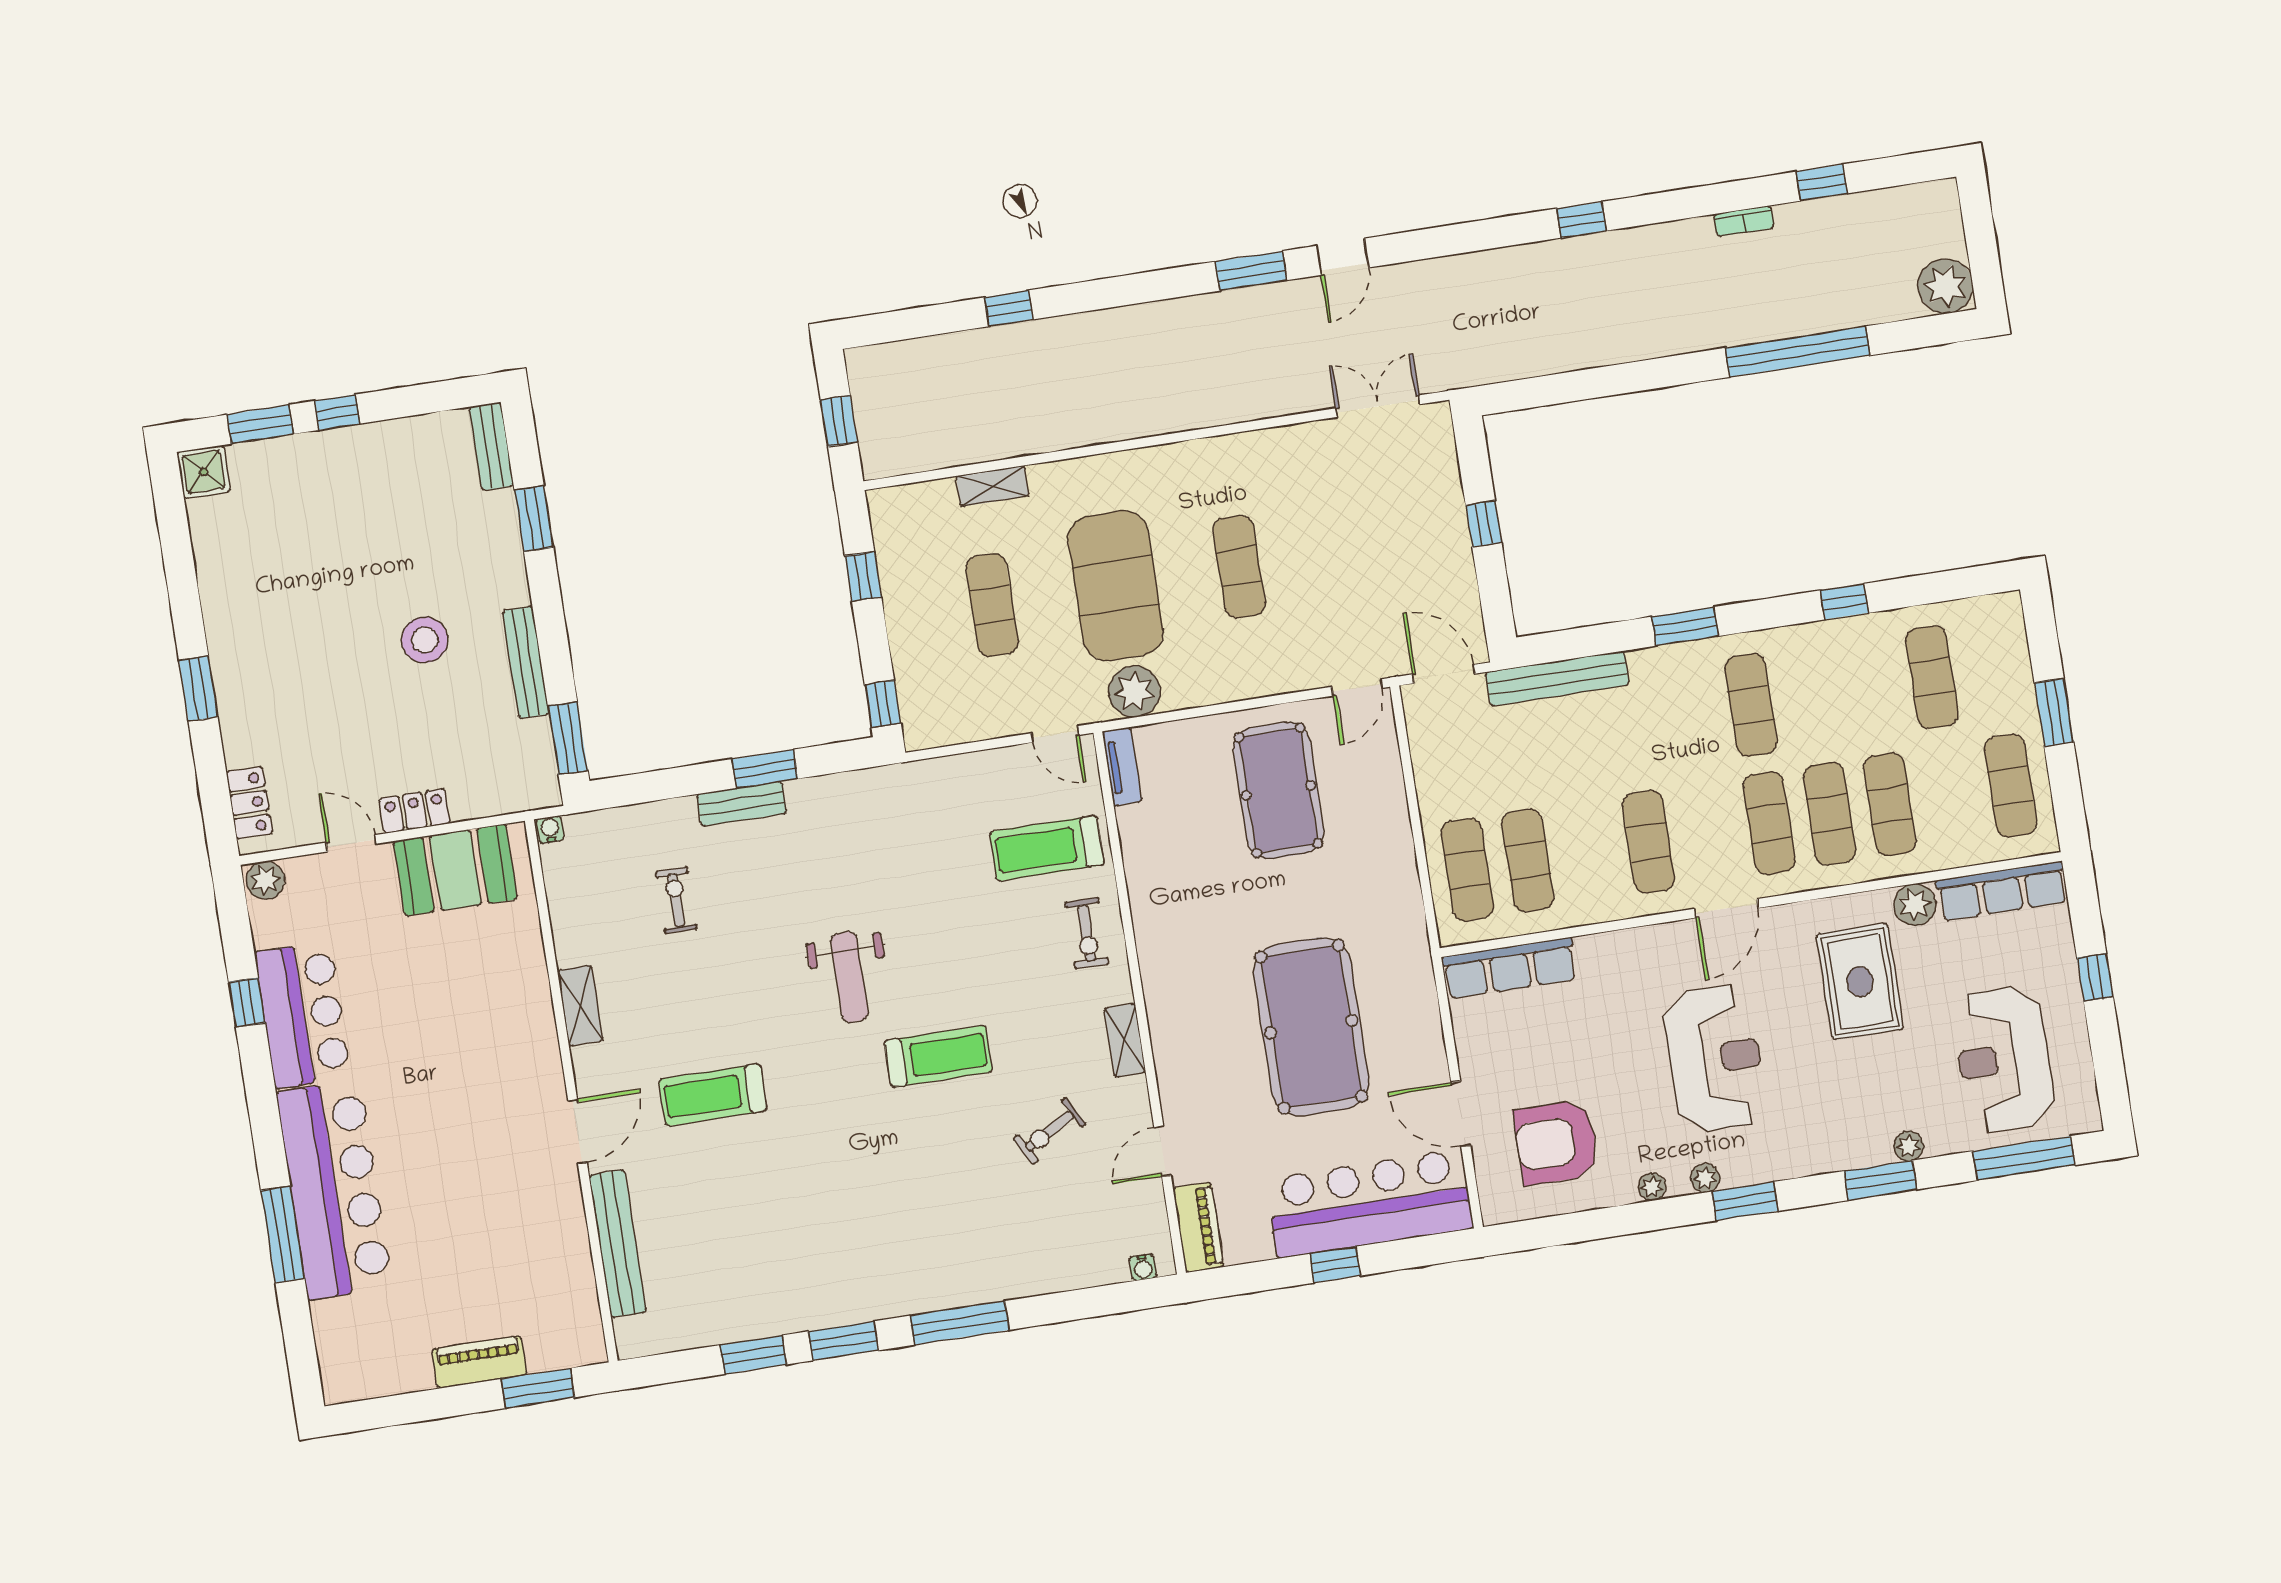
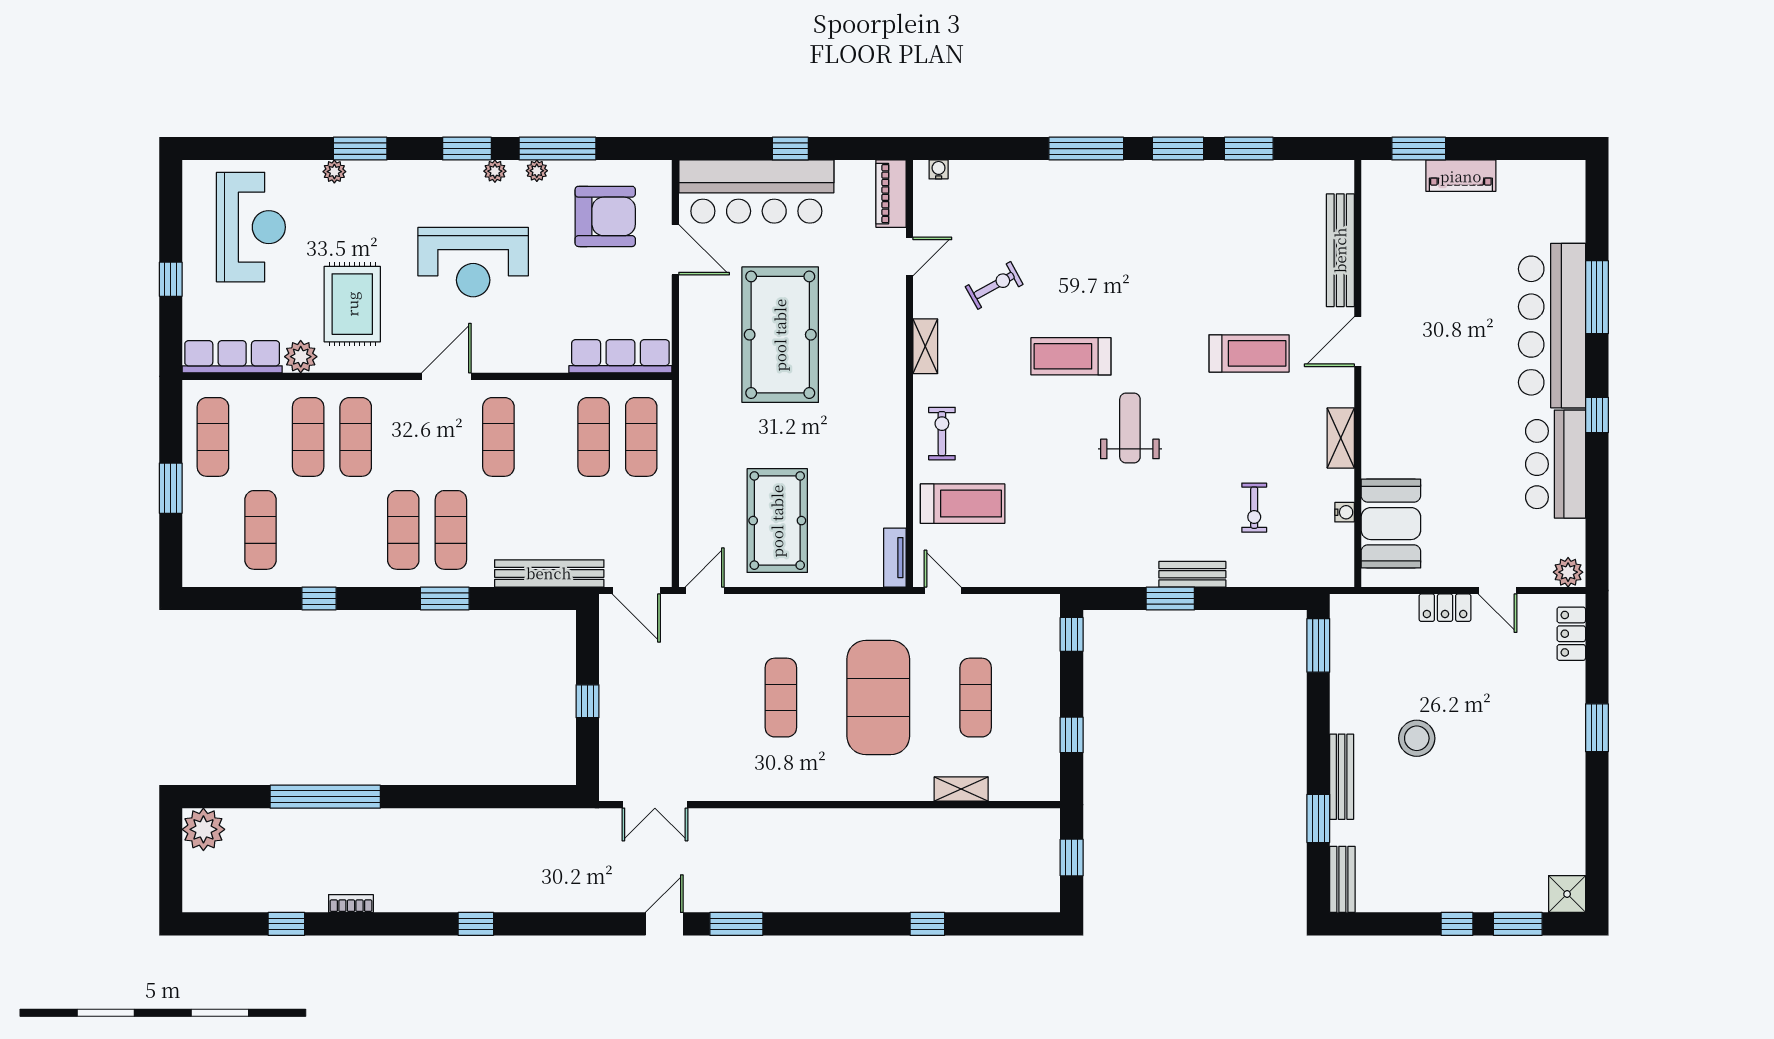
bench: (526, 662) -> (1342, 777), moved
plant: (1134, 692) -> (876, 614), removed
exercise mat: (1769, 823) -> (451, 530), moved
water cooler: (550, 829) -> (1345, 512), moved, turned -90
booth: (455, 870) -> (1391, 524), moved, turned 90
window: (247, 1002) -> (1597, 415), moved
reception desk: (1715, 1058) -> (473, 262), turned -90
window: (2024, 1158) -> (557, 149), moved

